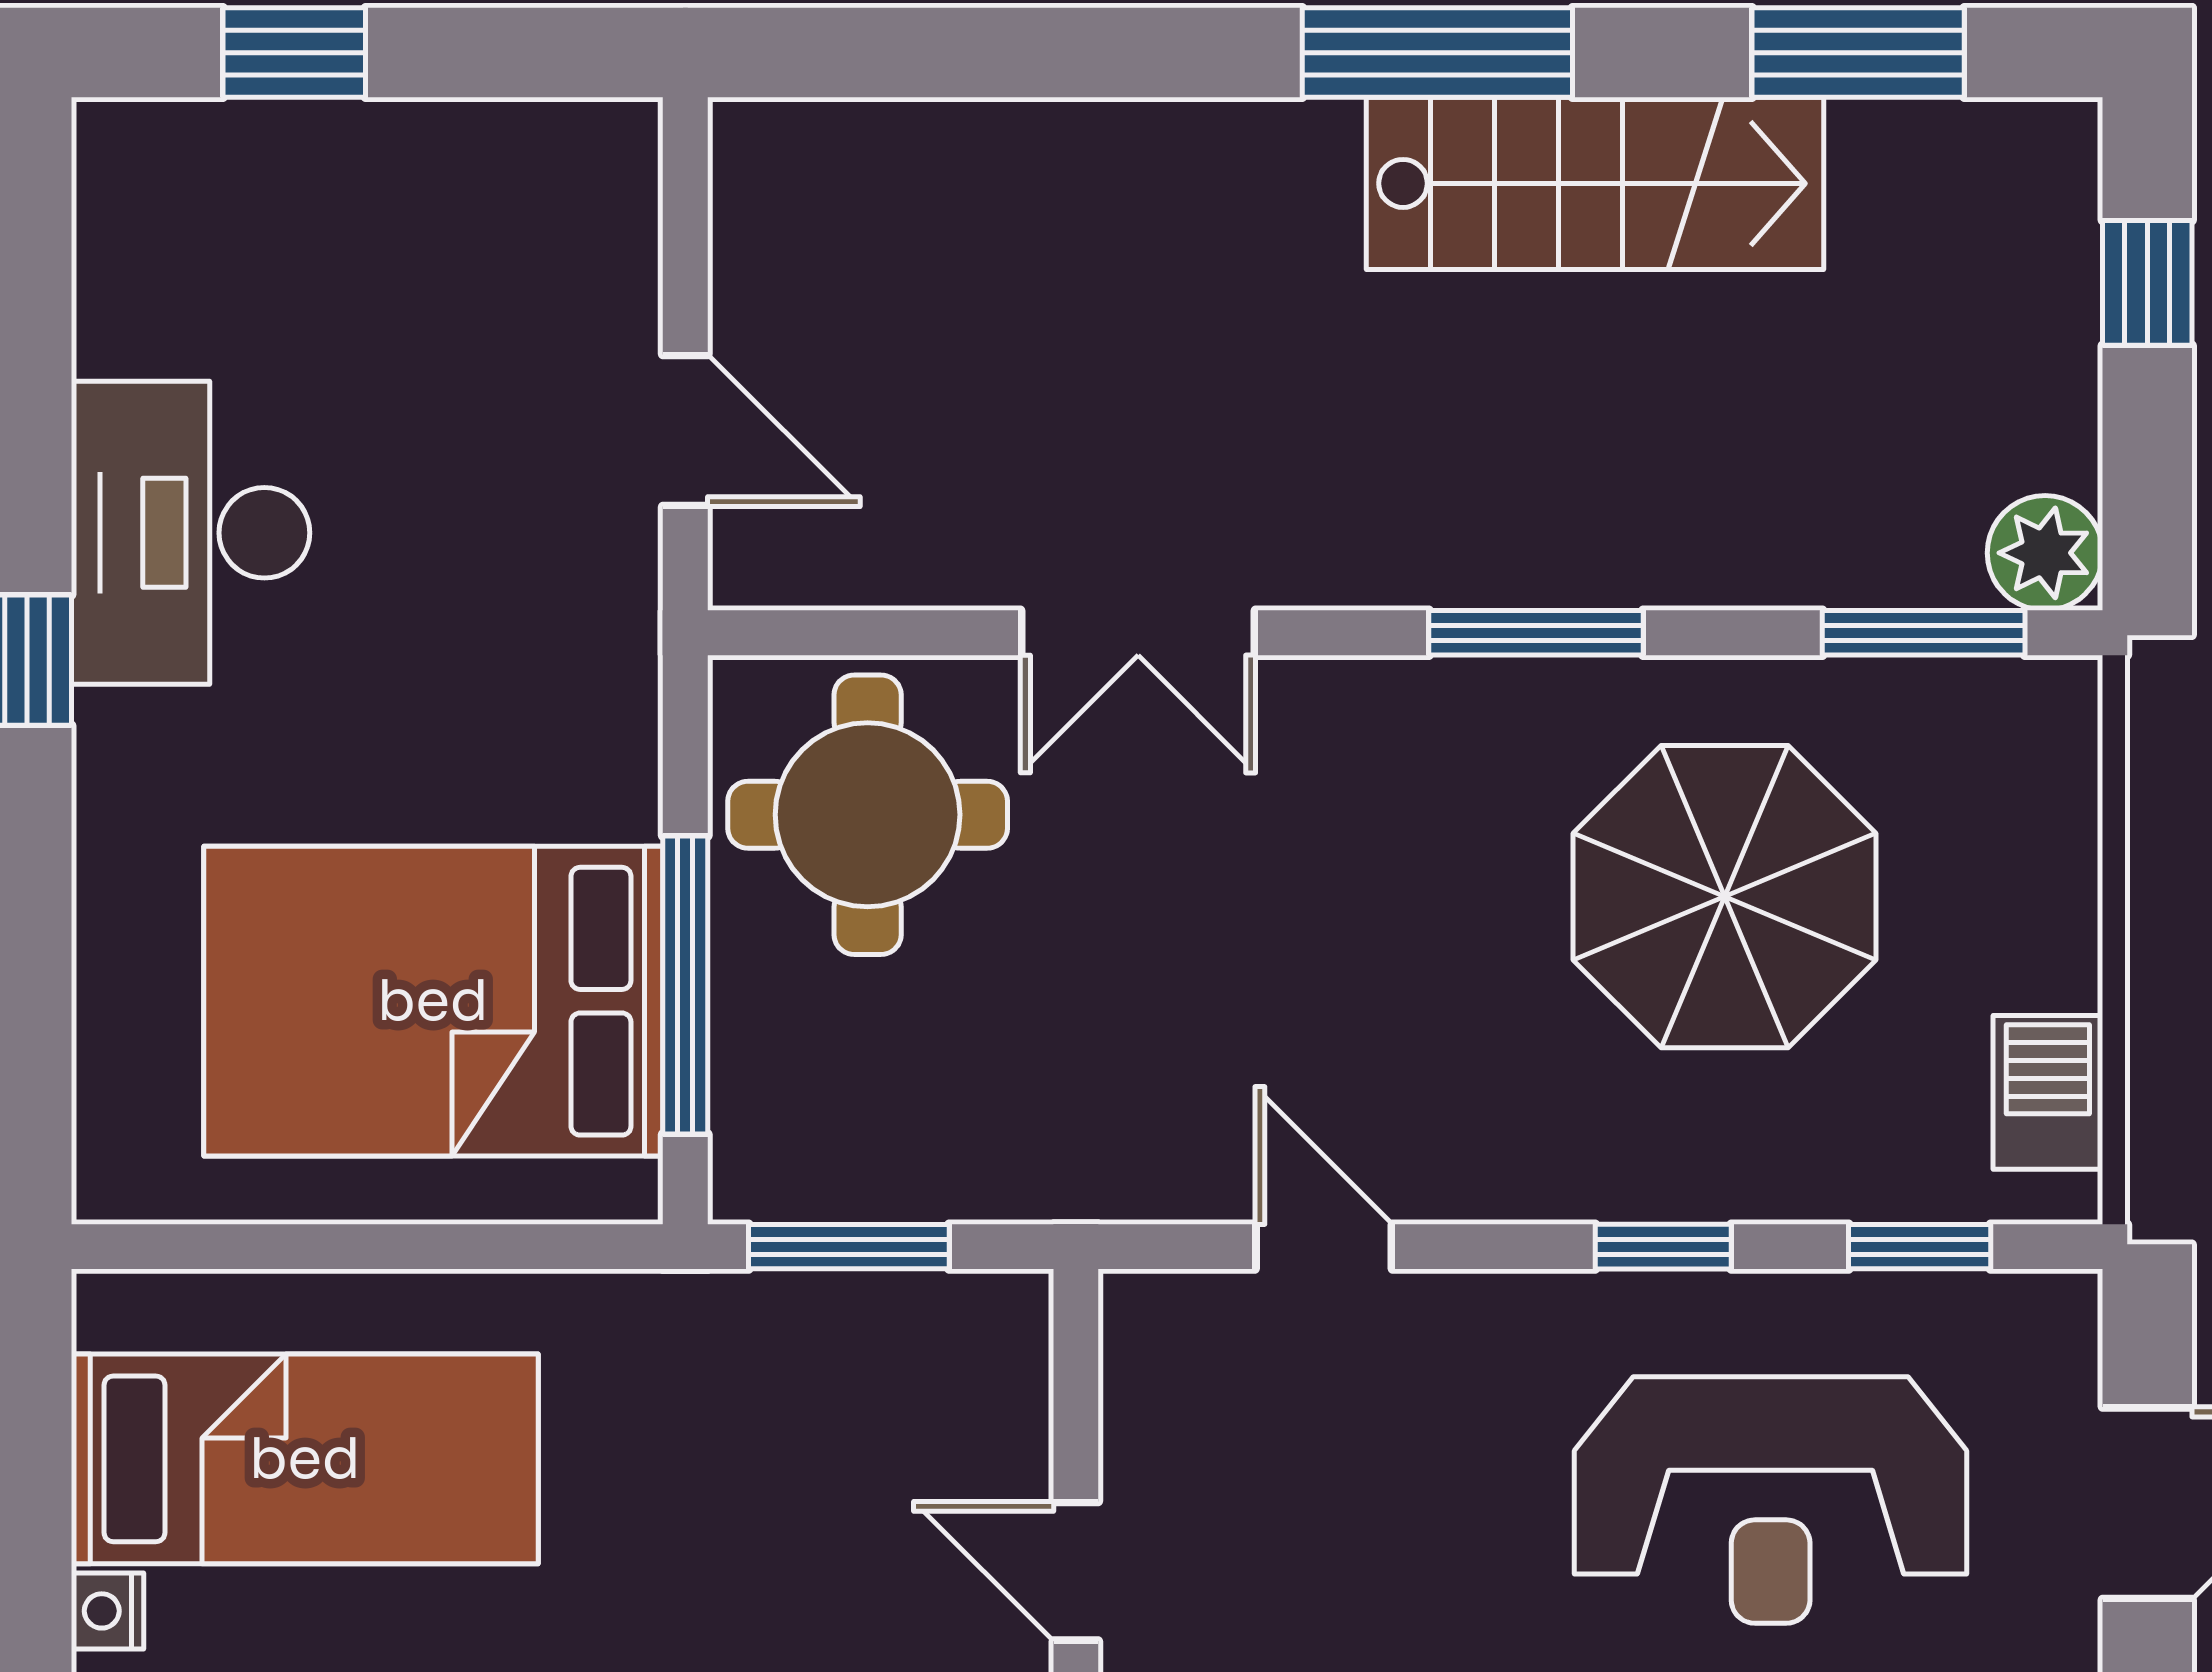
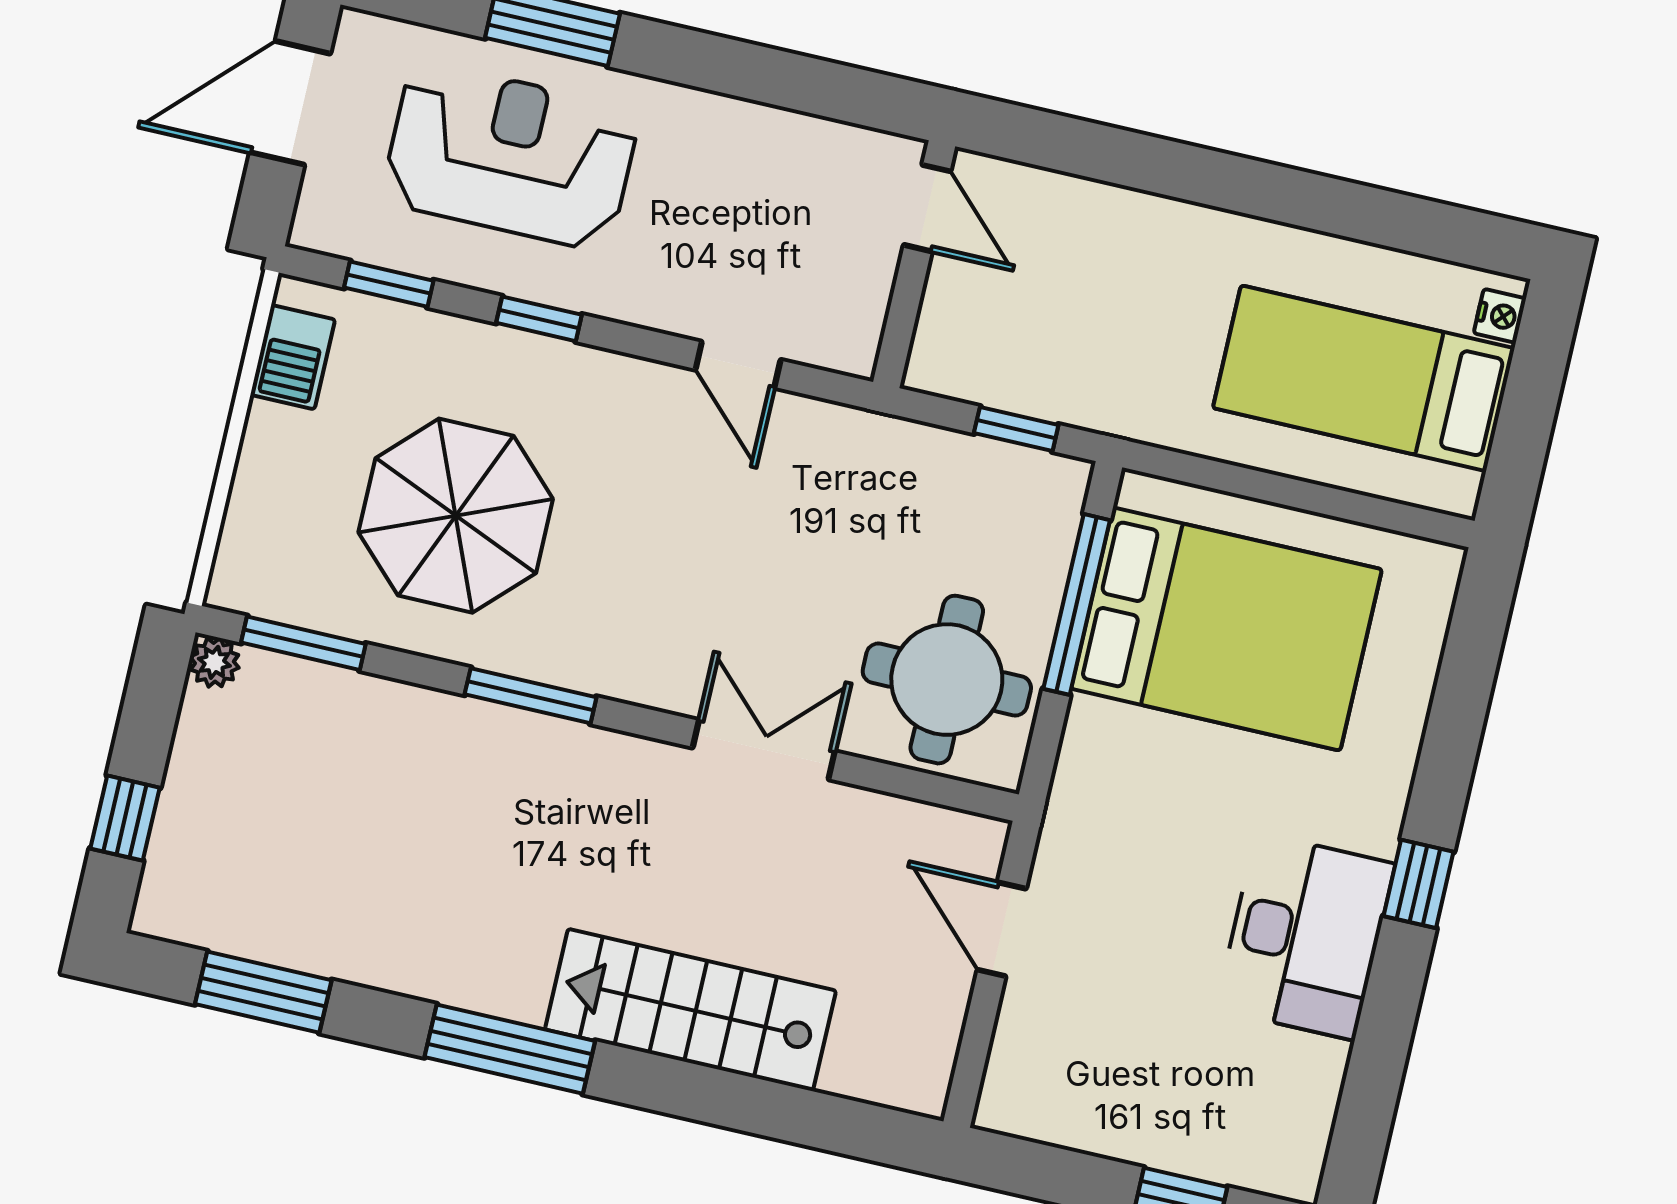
stairs: (1595, 183) -> (690, 1010), moved
plant: (2045, 553) -> (214, 662), width x0.73, depth x0.73
window: (849, 1247) -> (1016, 429), width x0.67

